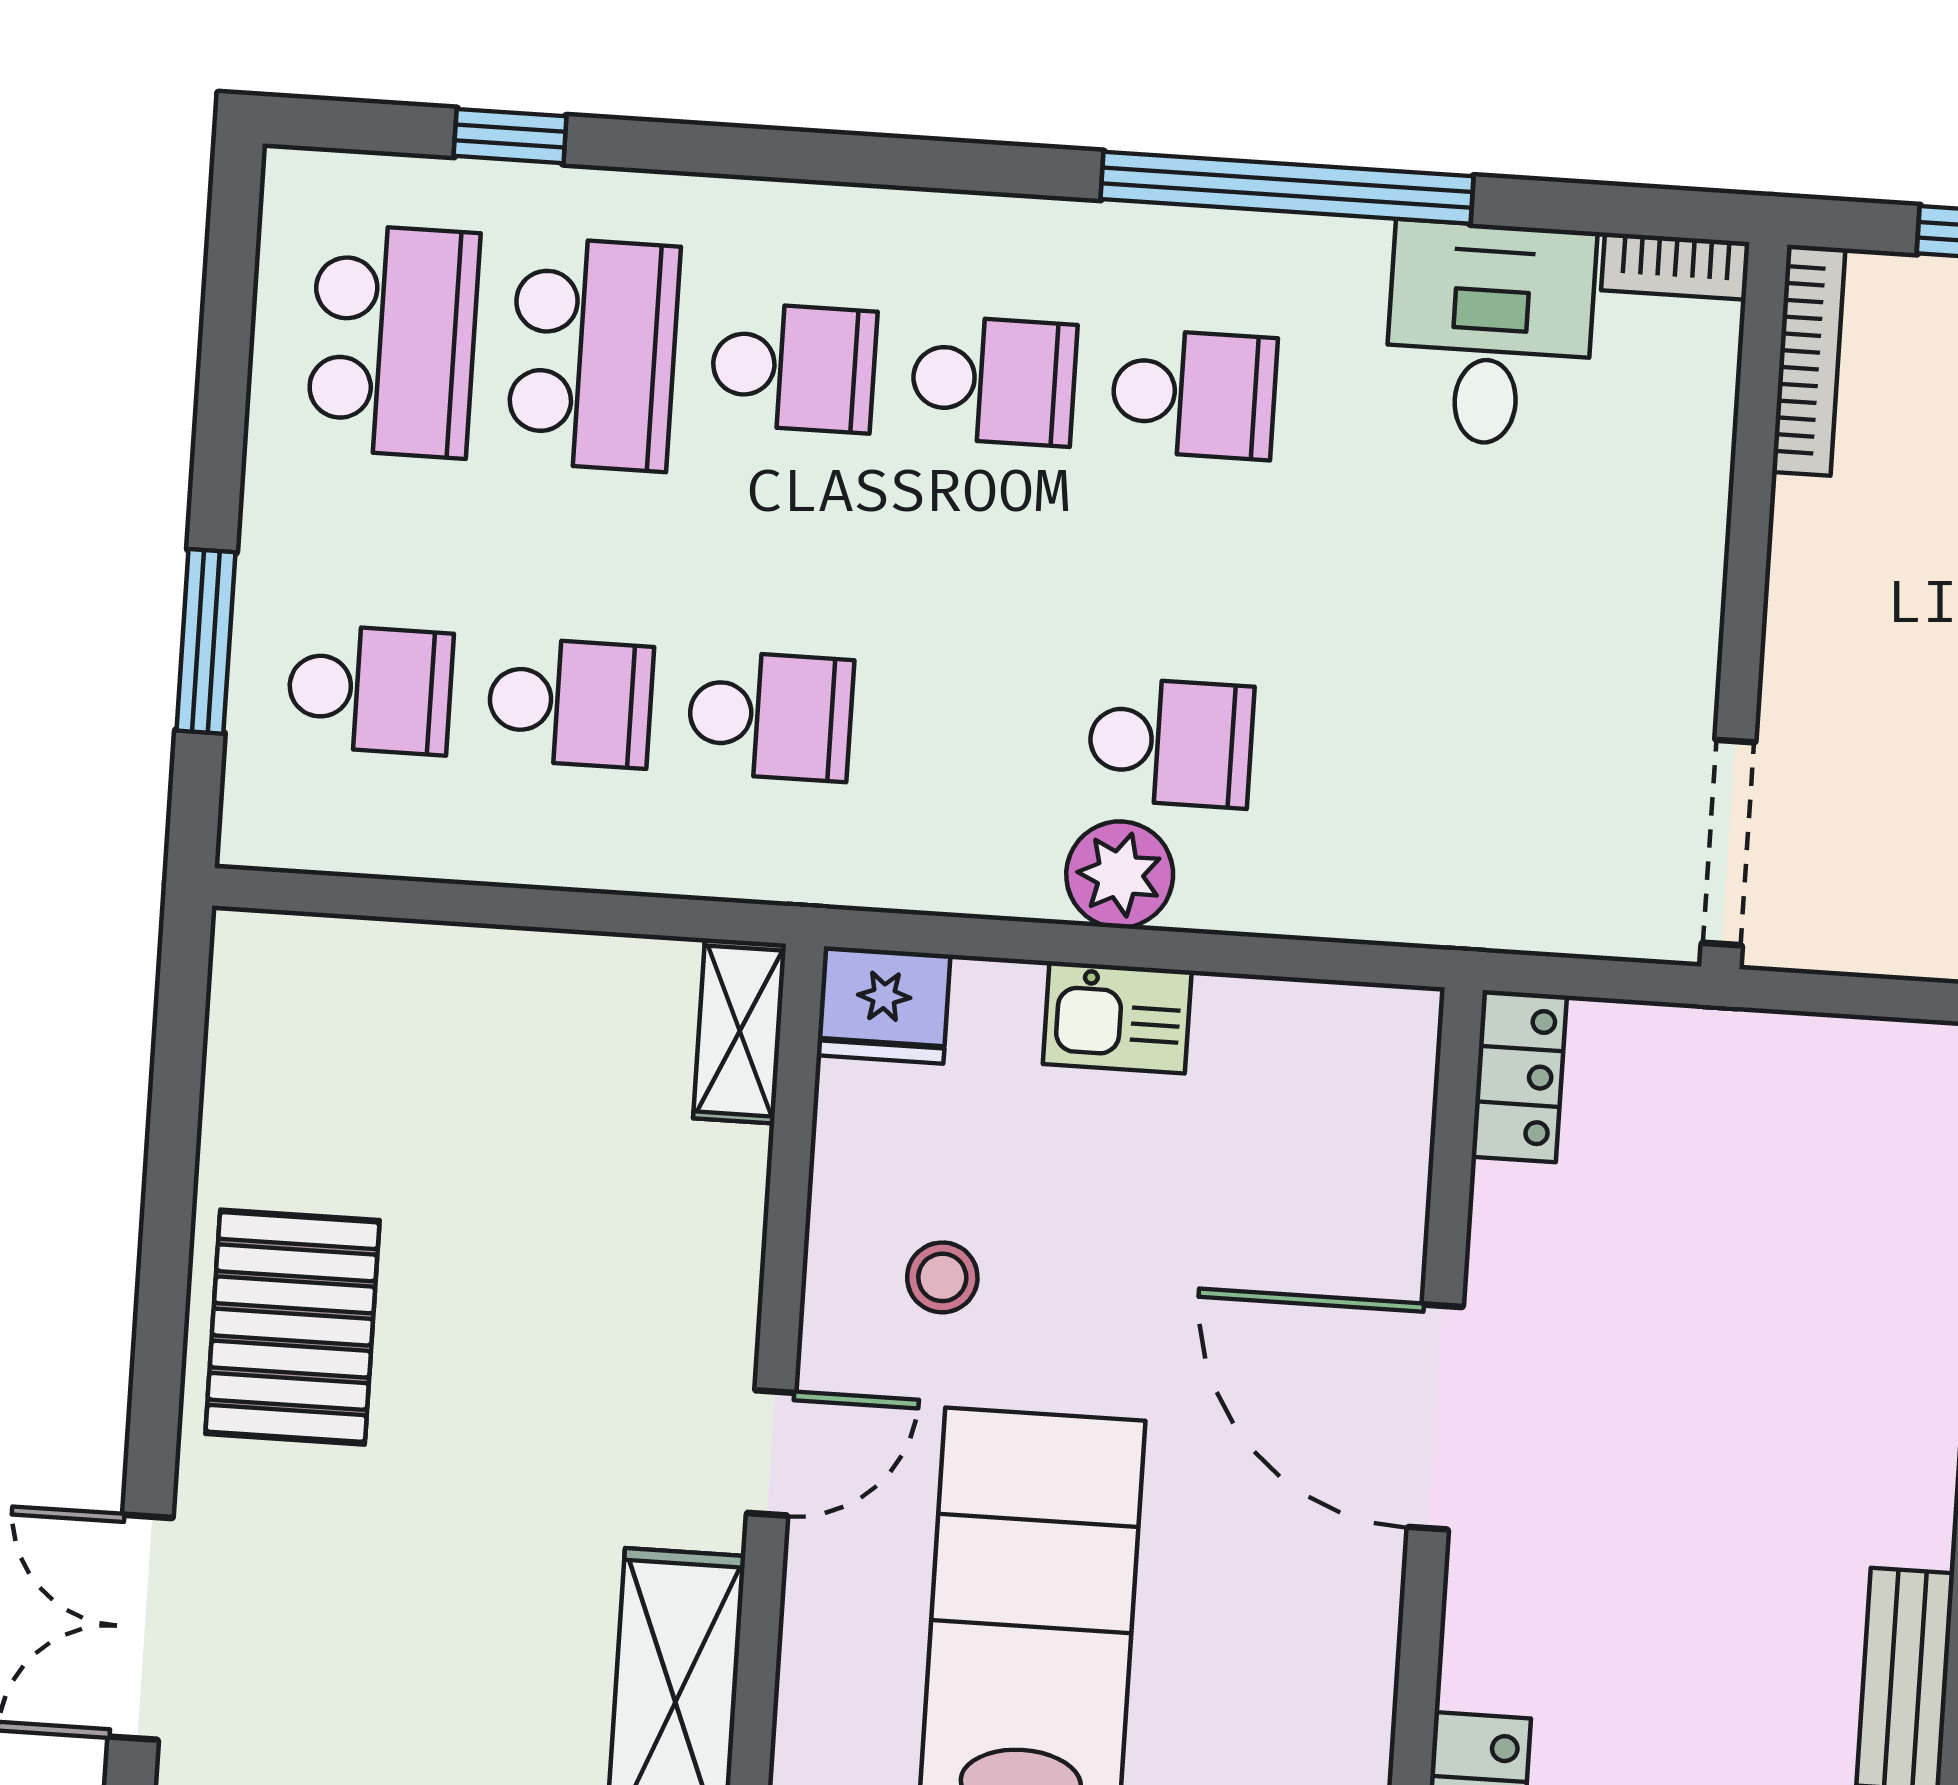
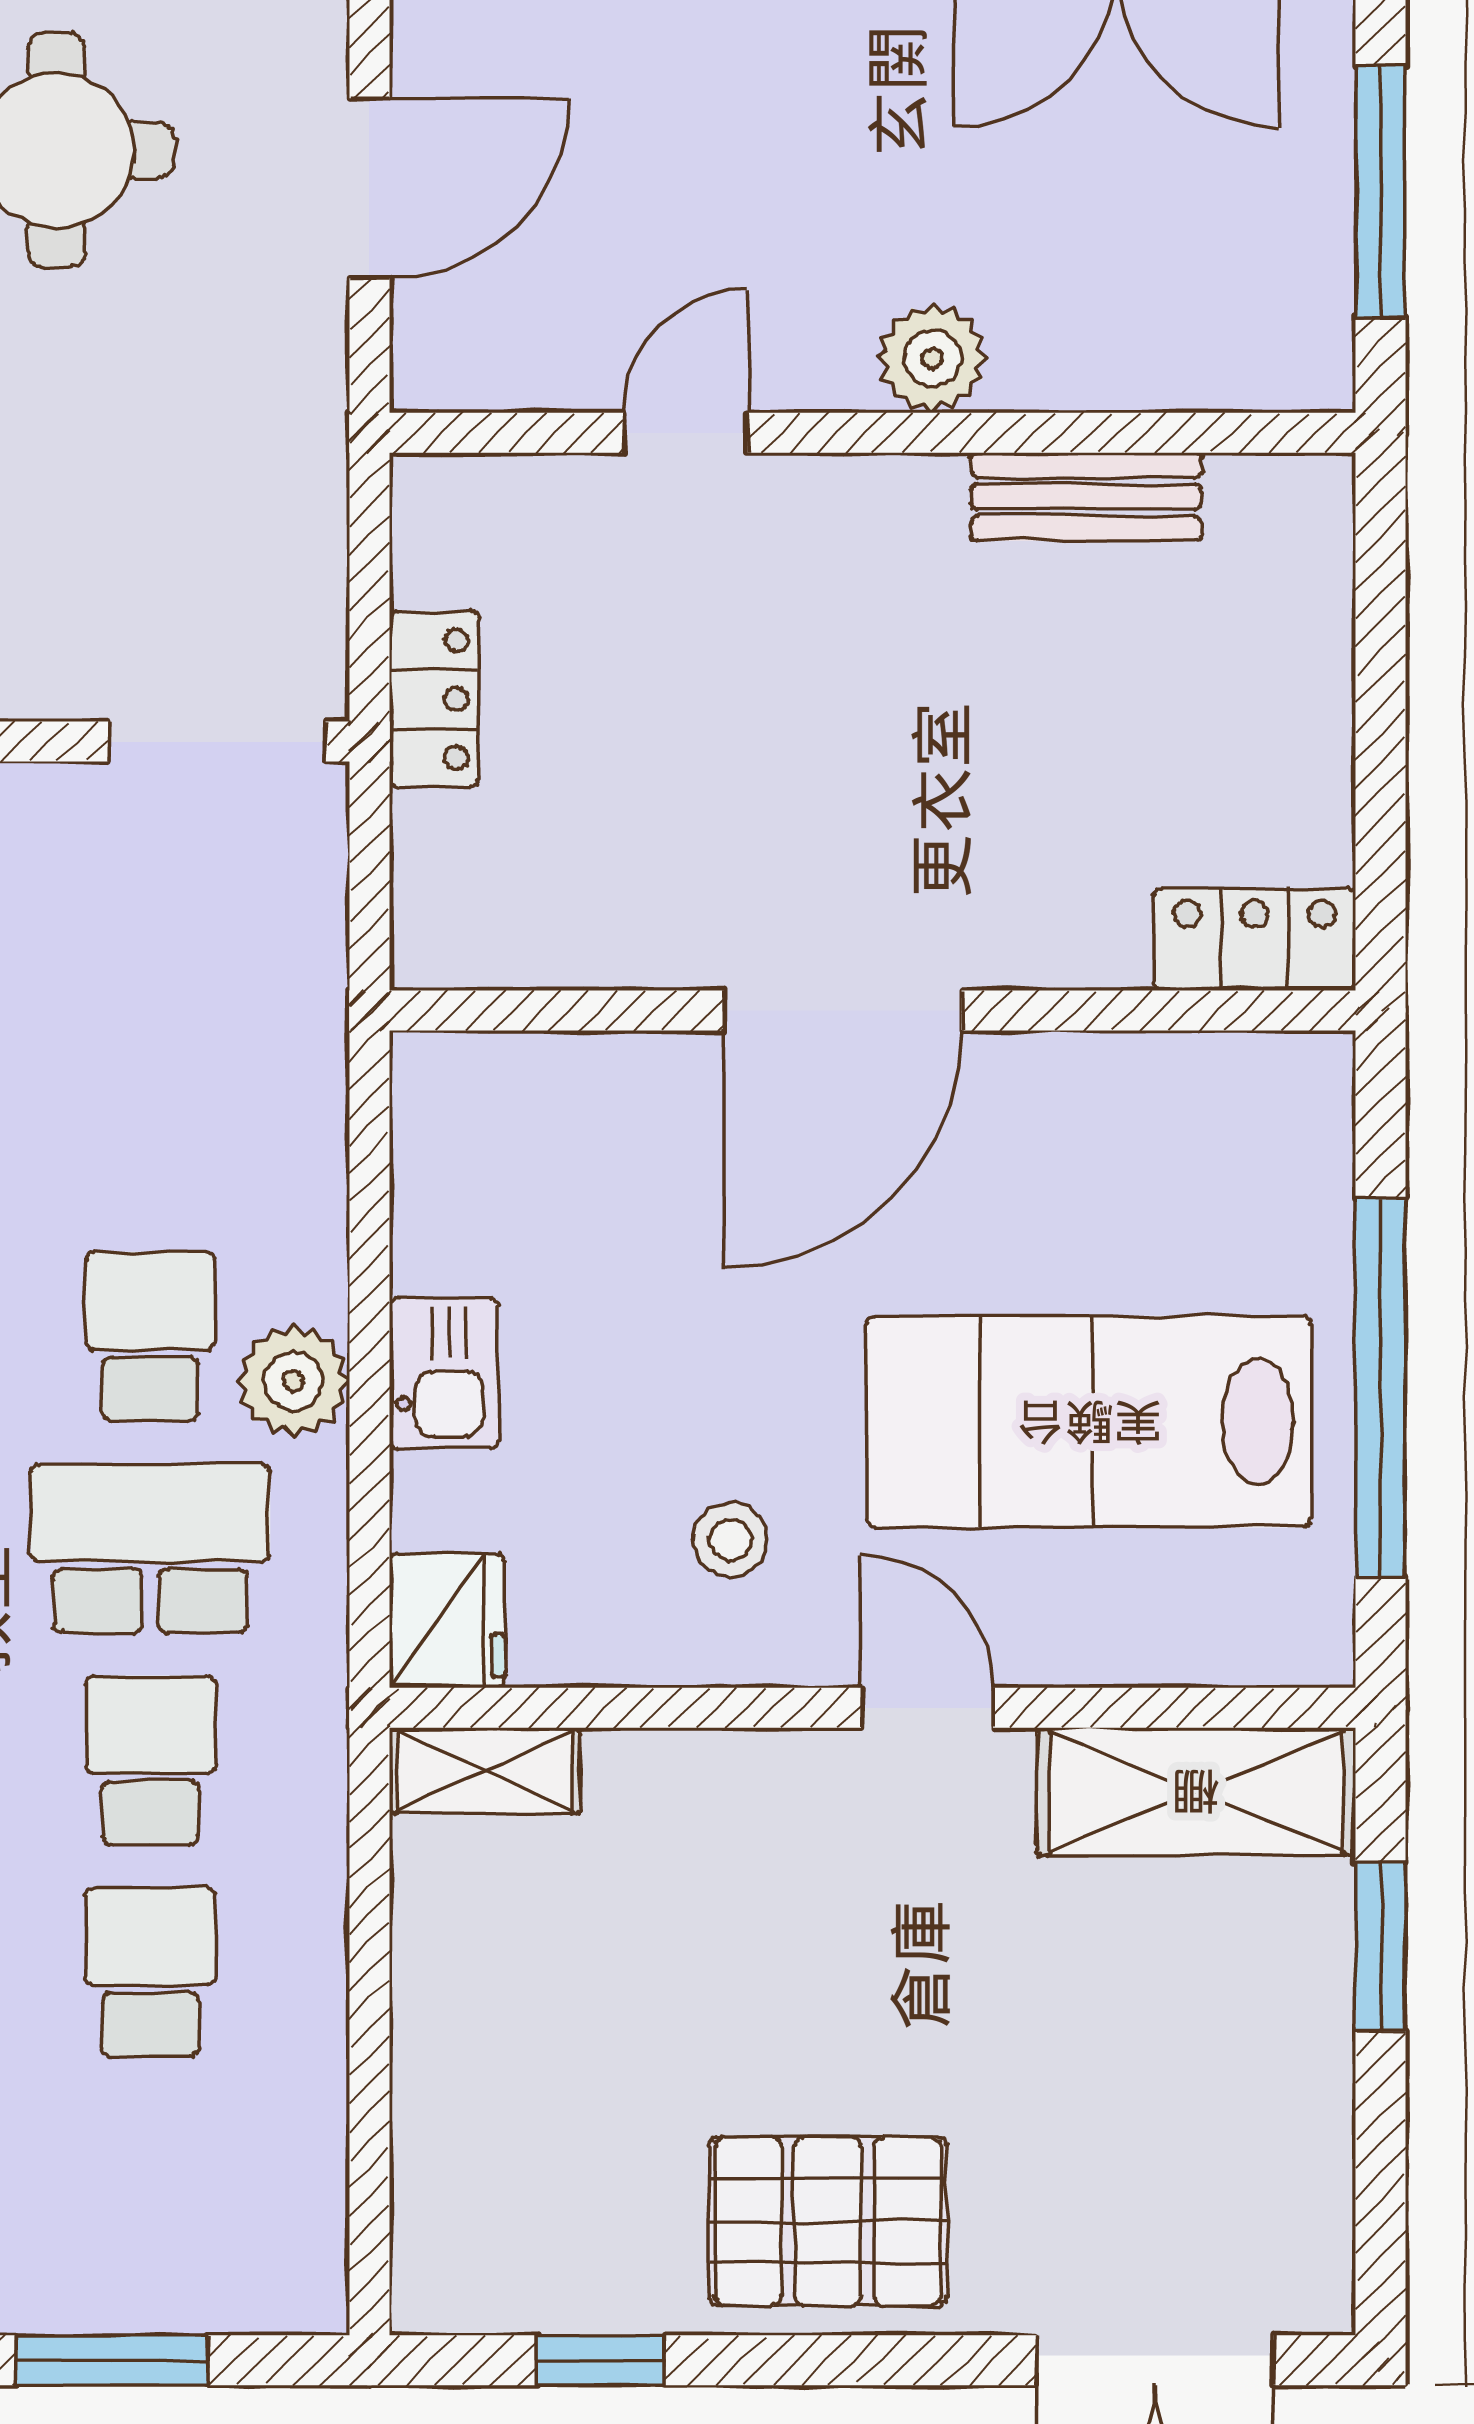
school desk: (370, 689) -> (150, 1548), moved, width x1.85
locker: (1519, 1076) -> (434, 699), moved, turned 90
window: (175, 1104) -> (601, 2360), added

